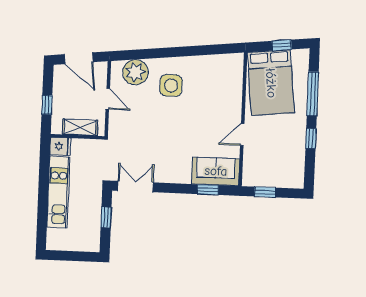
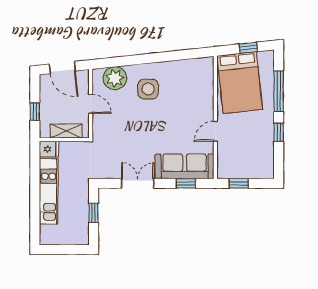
sofa: (216, 171) -> (185, 166), width x1.36
double door: (135, 187) -> (138, 183), moved

